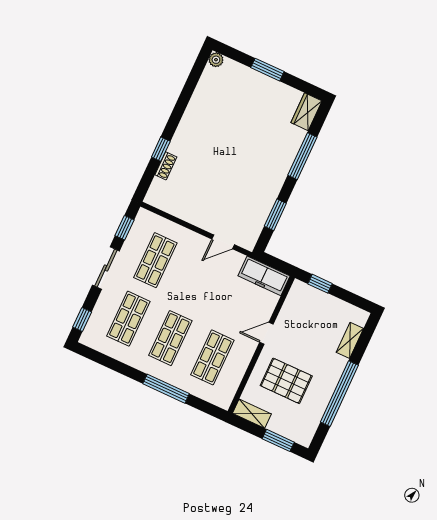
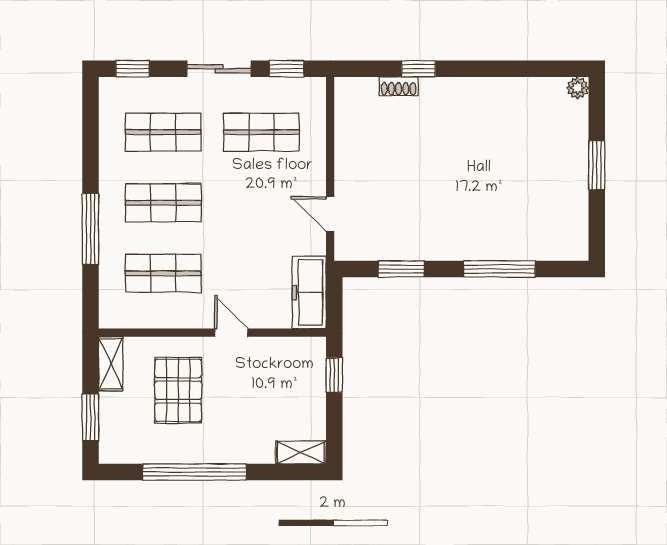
wardrobe: (306, 112) -> (563, 246), removed
shelving: (350, 340) -> (301, 453), moved

